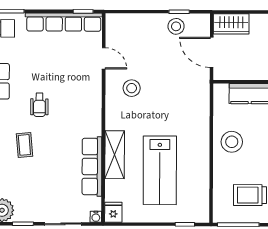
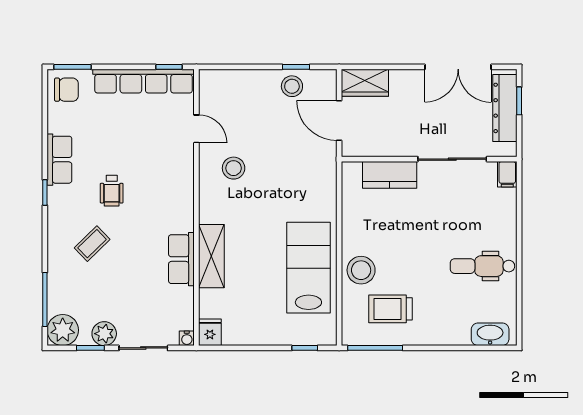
stool: (232, 142) -> (361, 270), moved
coffee table: (24, 145) -> (92, 244), turned 51
row of seats: (92, 167) -> (181, 259), width x0.68
lab bench: (160, 170) -> (308, 268), moved, turned 180
plant: (33, 213) -> (104, 334), added

